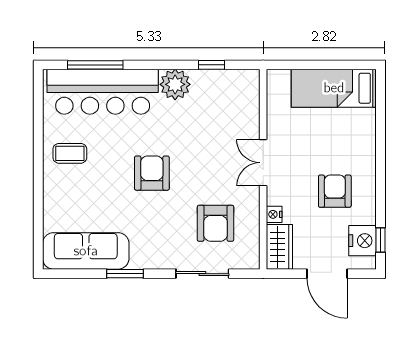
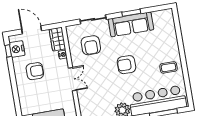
armchair: (152, 173) -> (126, 65), turned 90
armchair: (335, 191) -> (35, 71), turned -90
armchair: (216, 223) -> (91, 45), turned 180
sofa: (86, 251) -> (131, 24), moved

